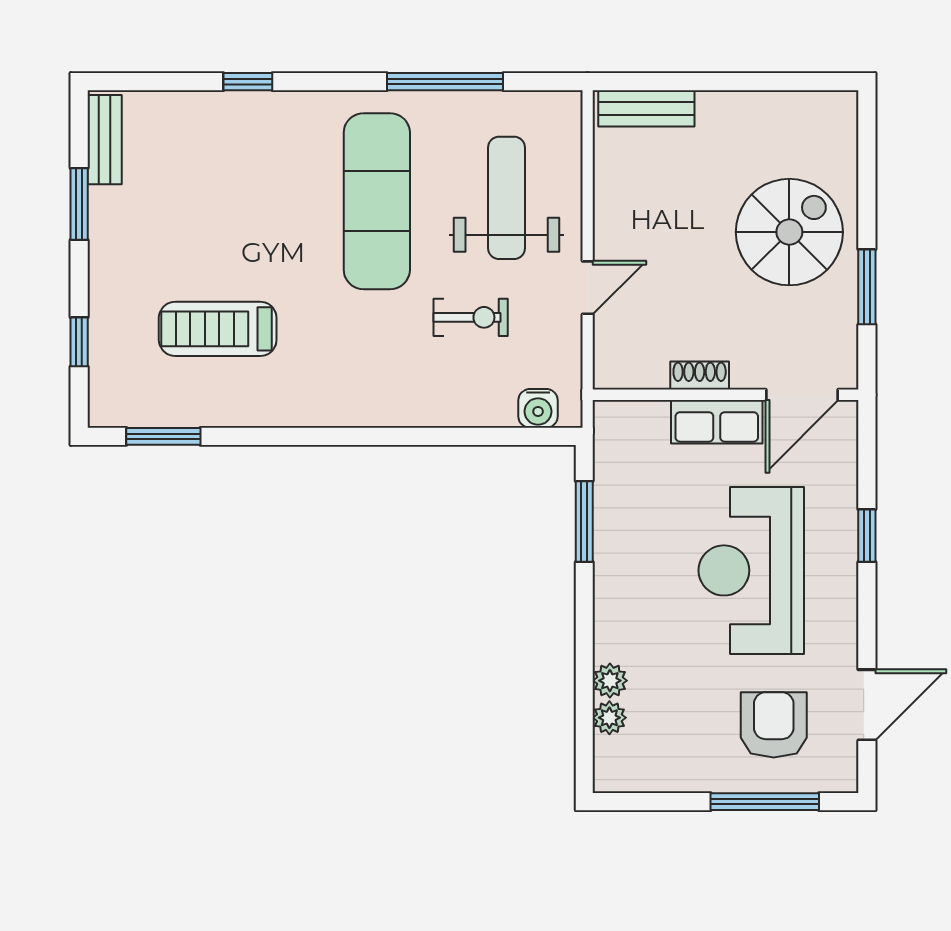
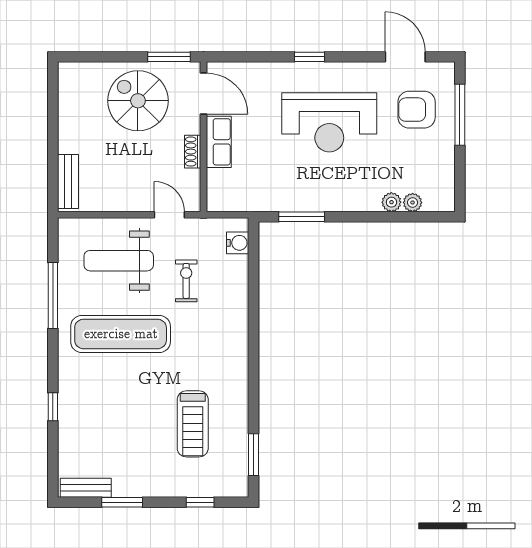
shoe rack: (700, 376) -> (193, 152), moved
wall: (726, 395) -> (204, 137), moved
door: (802, 395) -> (204, 94), moved
row of seats: (717, 422) -> (219, 142), moved

